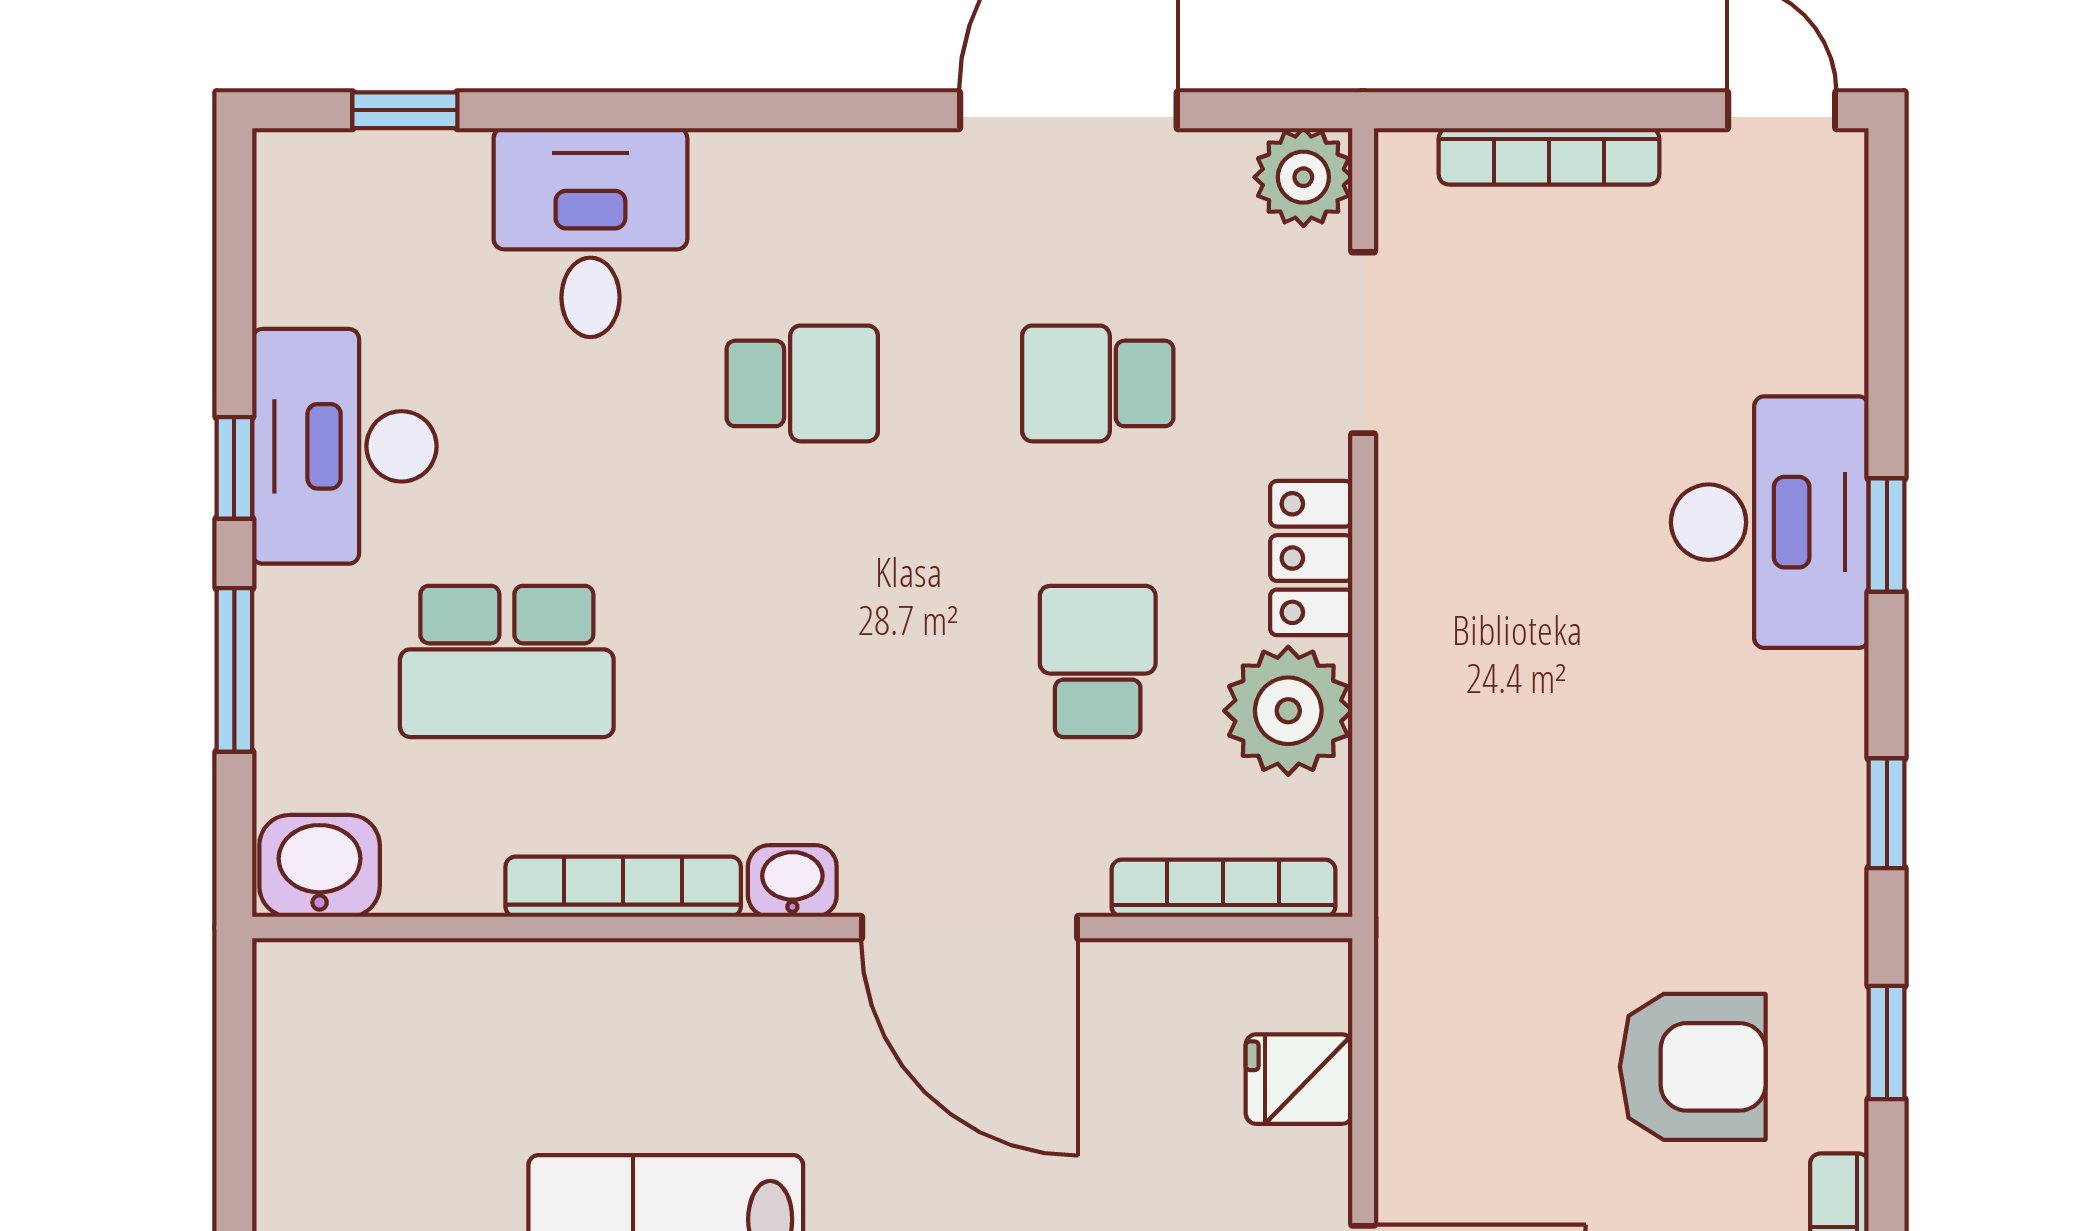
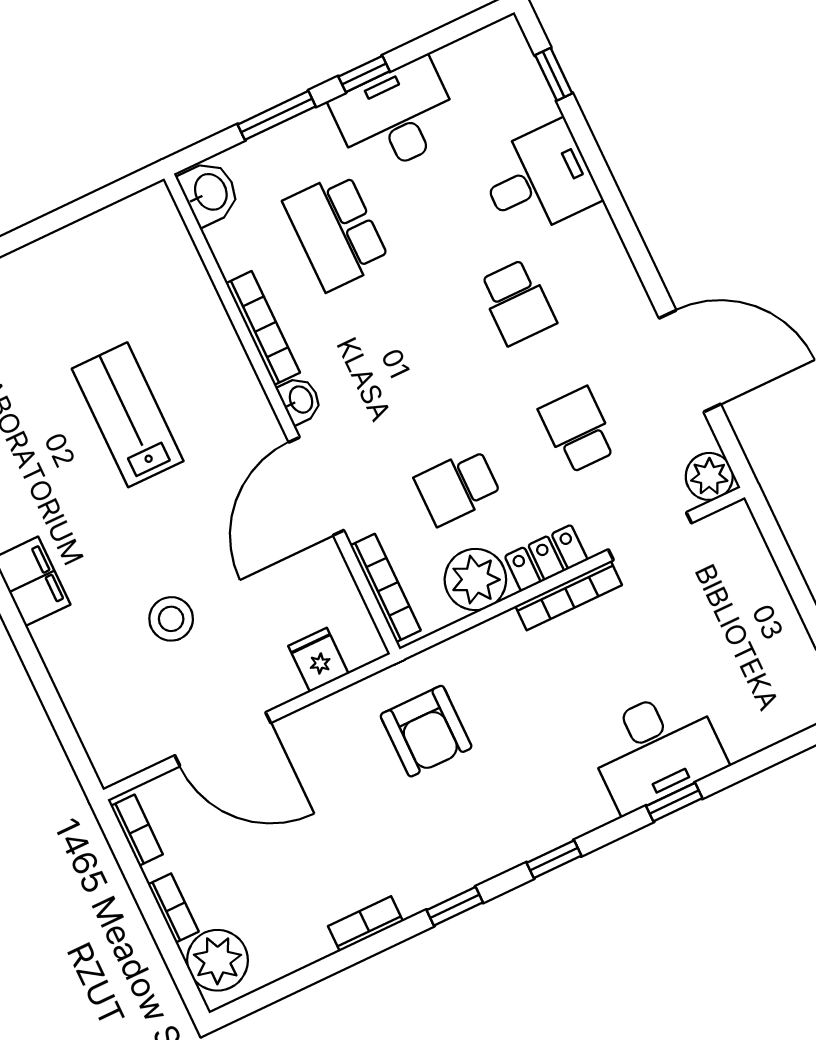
bookcase: (1549, 156) -> (569, 596), moved, turned -90
school desk: (1098, 661) -> (458, 487), turned 180
armchair: (1693, 1067) -> (426, 731), moved

